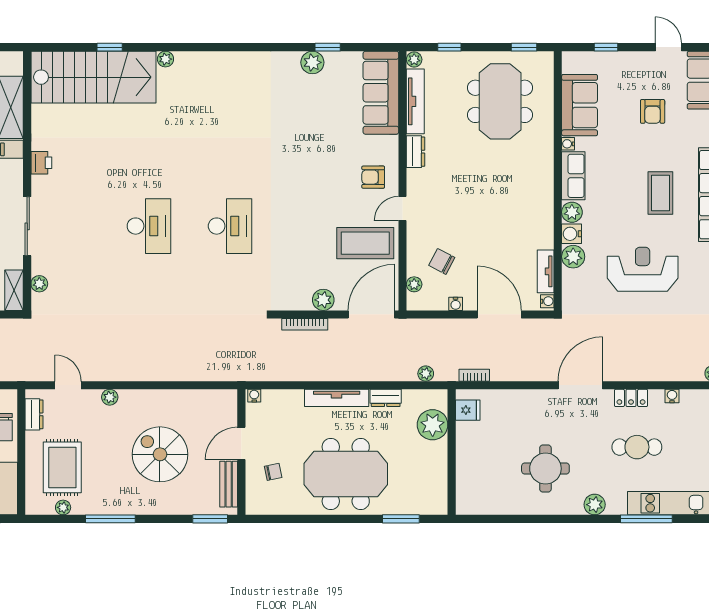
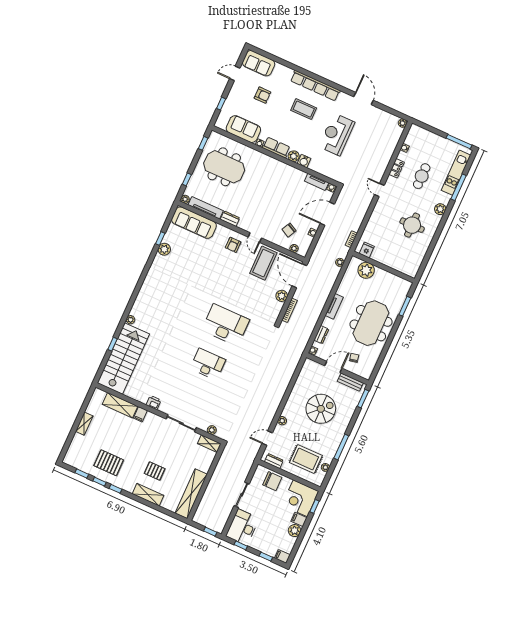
desk: (230, 226) -> (225, 325), width x1.36, depth x1.30
plant: (573, 257) -> (315, 165), removed
door: (580, 385) -> (379, 190), width x0.53
tv unit: (337, 398) -> (334, 306), width x0.71
dresser: (386, 398) -> (321, 335), moved
door: (241, 443) -> (333, 367), swing flipped
spiral stairs: (160, 454) -> (321, 409), turned 180

